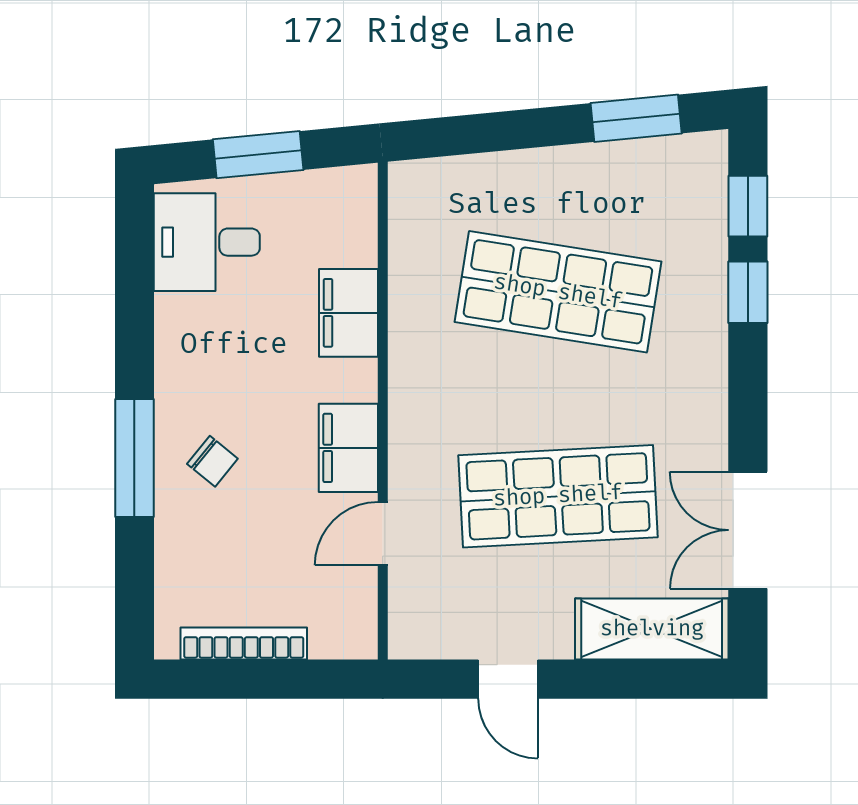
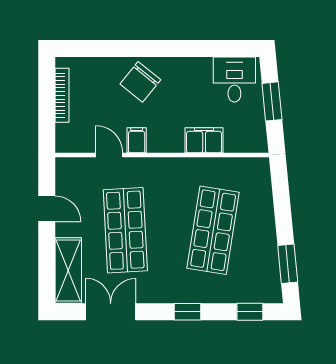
window: (748, 292) -> (187, 312), moved
filing cabinet: (348, 448) -> (137, 140), width x0.50
window: (134, 458) -> (142, 48), removed
chair: (212, 461) -> (140, 82), width x1.87, depth x1.87
door: (508, 679) -> (47, 209), swing flipped

